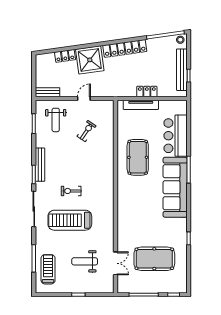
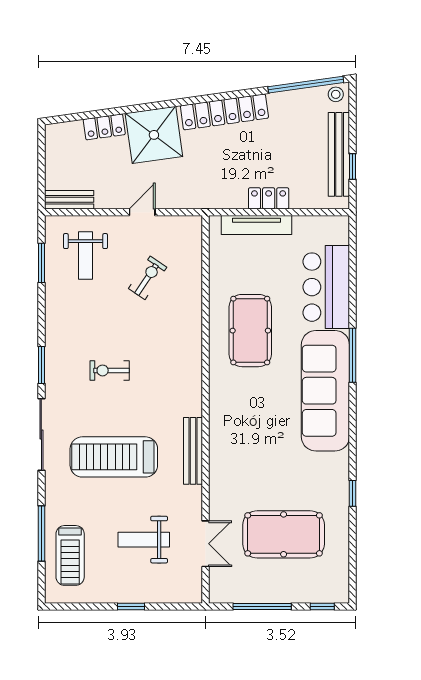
bench: (40, 165) -> (193, 451), moved
exercise bike: (71, 191) -> (110, 370), moved
treadmill: (48, 269) -> (70, 555), turned 180

